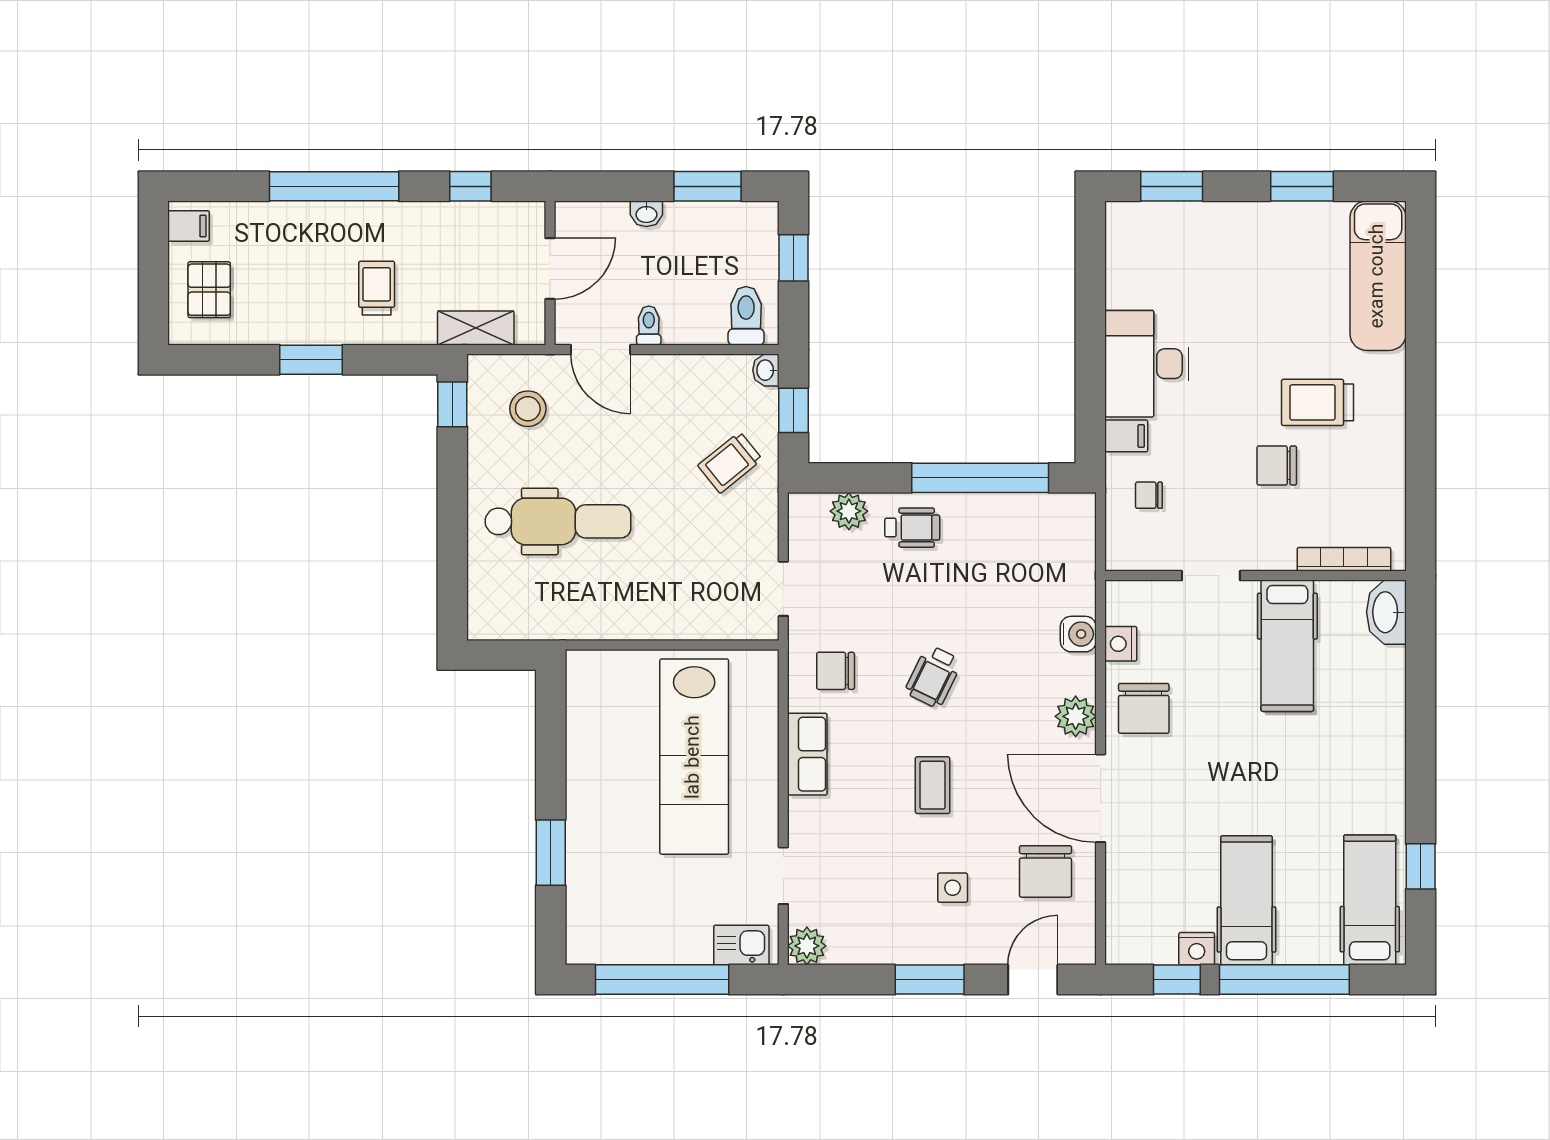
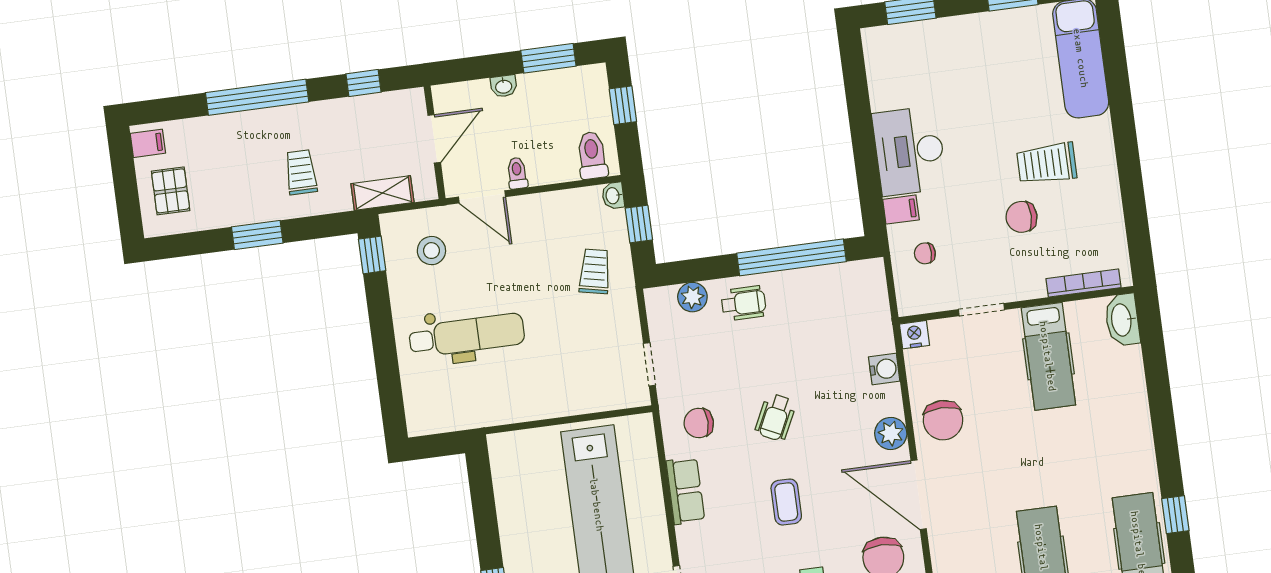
trolley: (730, 462) -> (595, 271), turned 141
nightstand: (1121, 644) -> (914, 335), moved, turned 90

